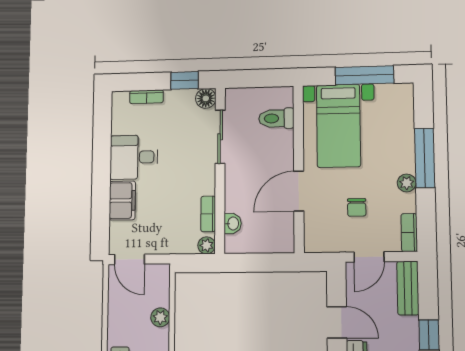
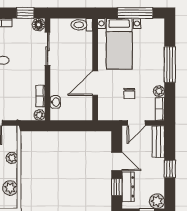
toilet: (276, 118) -> (82, 25), moved
plant: (407, 183) -> (159, 91), moved

